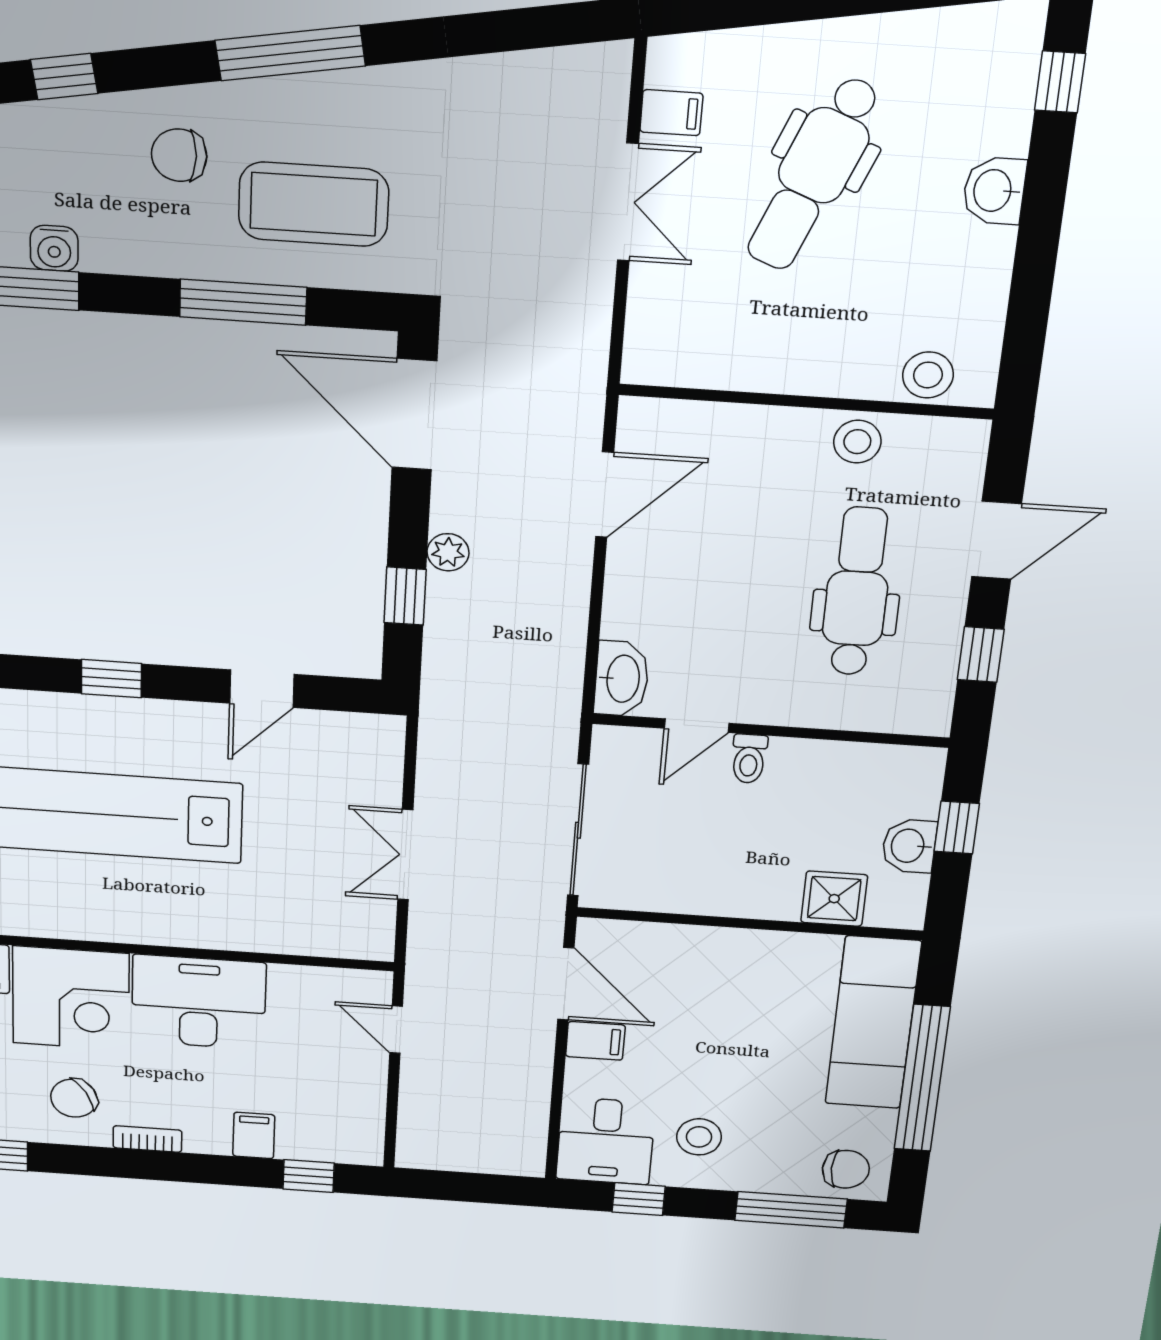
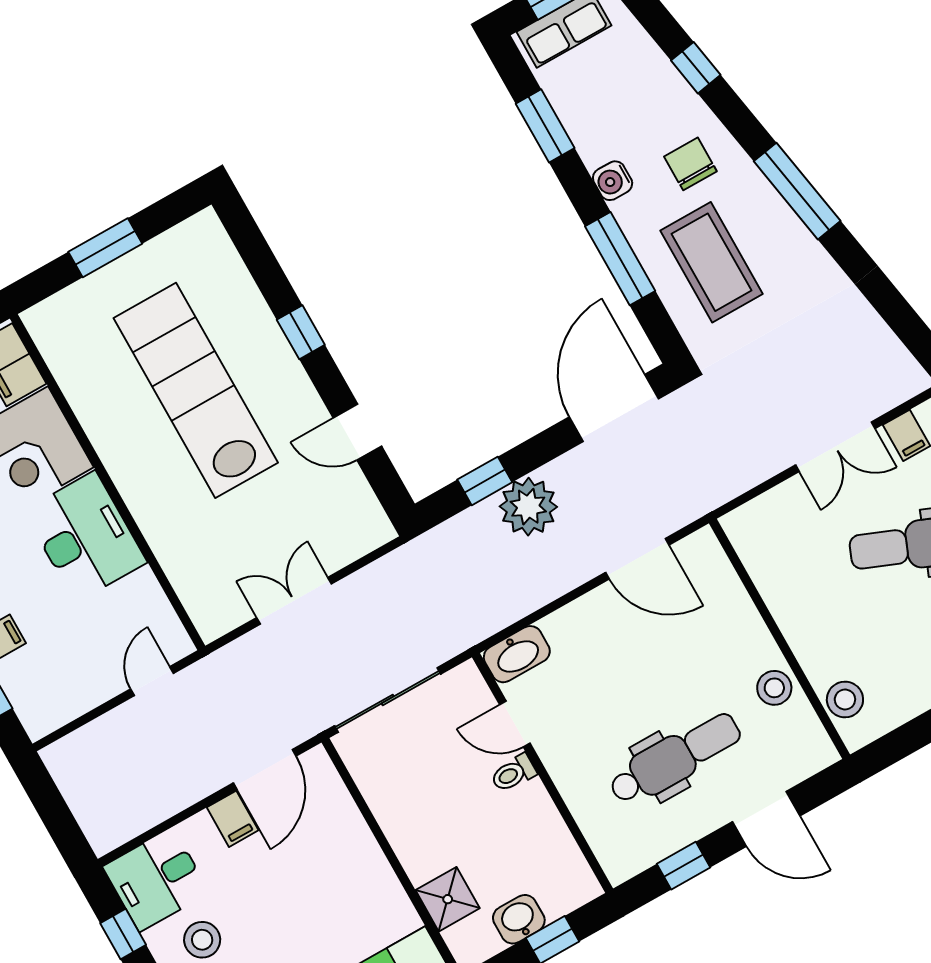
water cooler: (54, 248) -> (613, 181), moved
plant: (448, 552) -> (528, 507), width x1.88, depth x1.88

